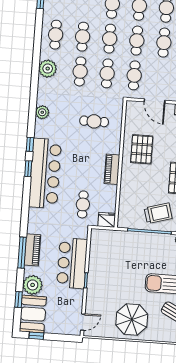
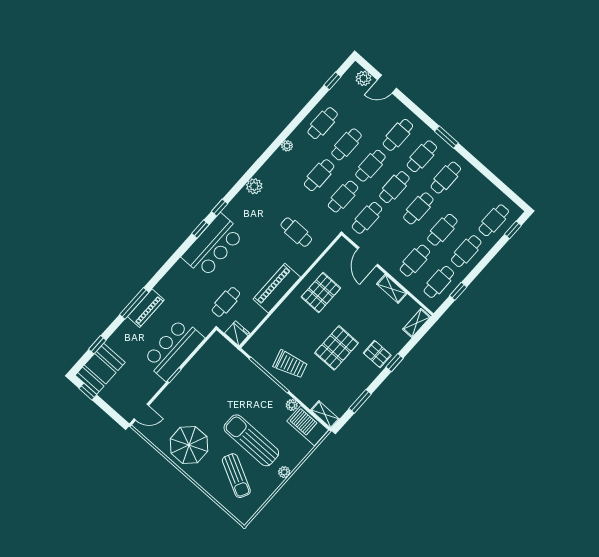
plant: (48, 69) -> (287, 146), width x0.53, depth x0.53
piano: (112, 169) -> (277, 288), width x1.37, depth x1.33
bar counter: (45, 173) -> (213, 246), width x0.73
plant: (33, 285) -> (121, 341), removed

